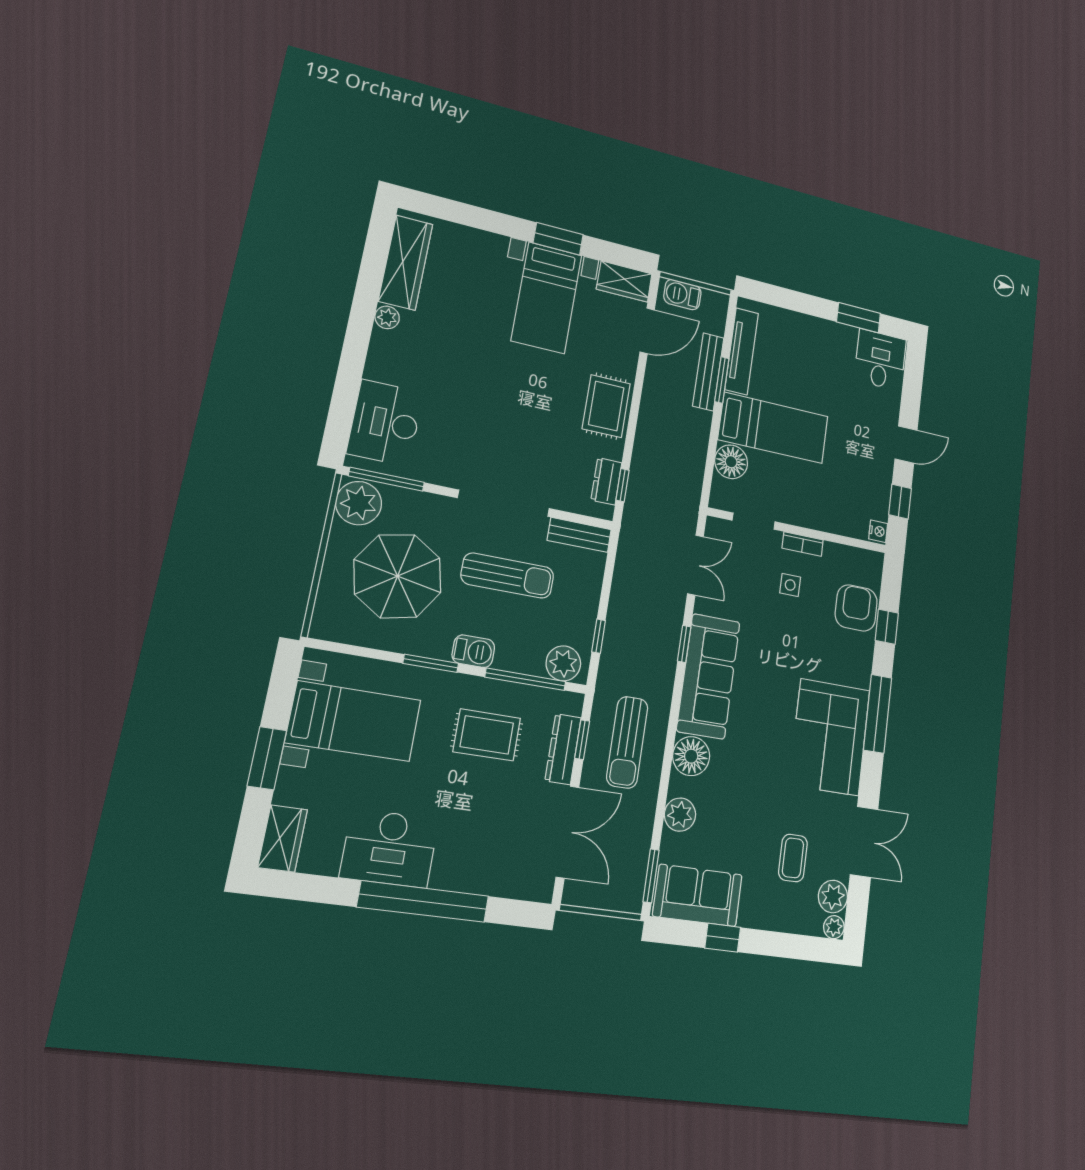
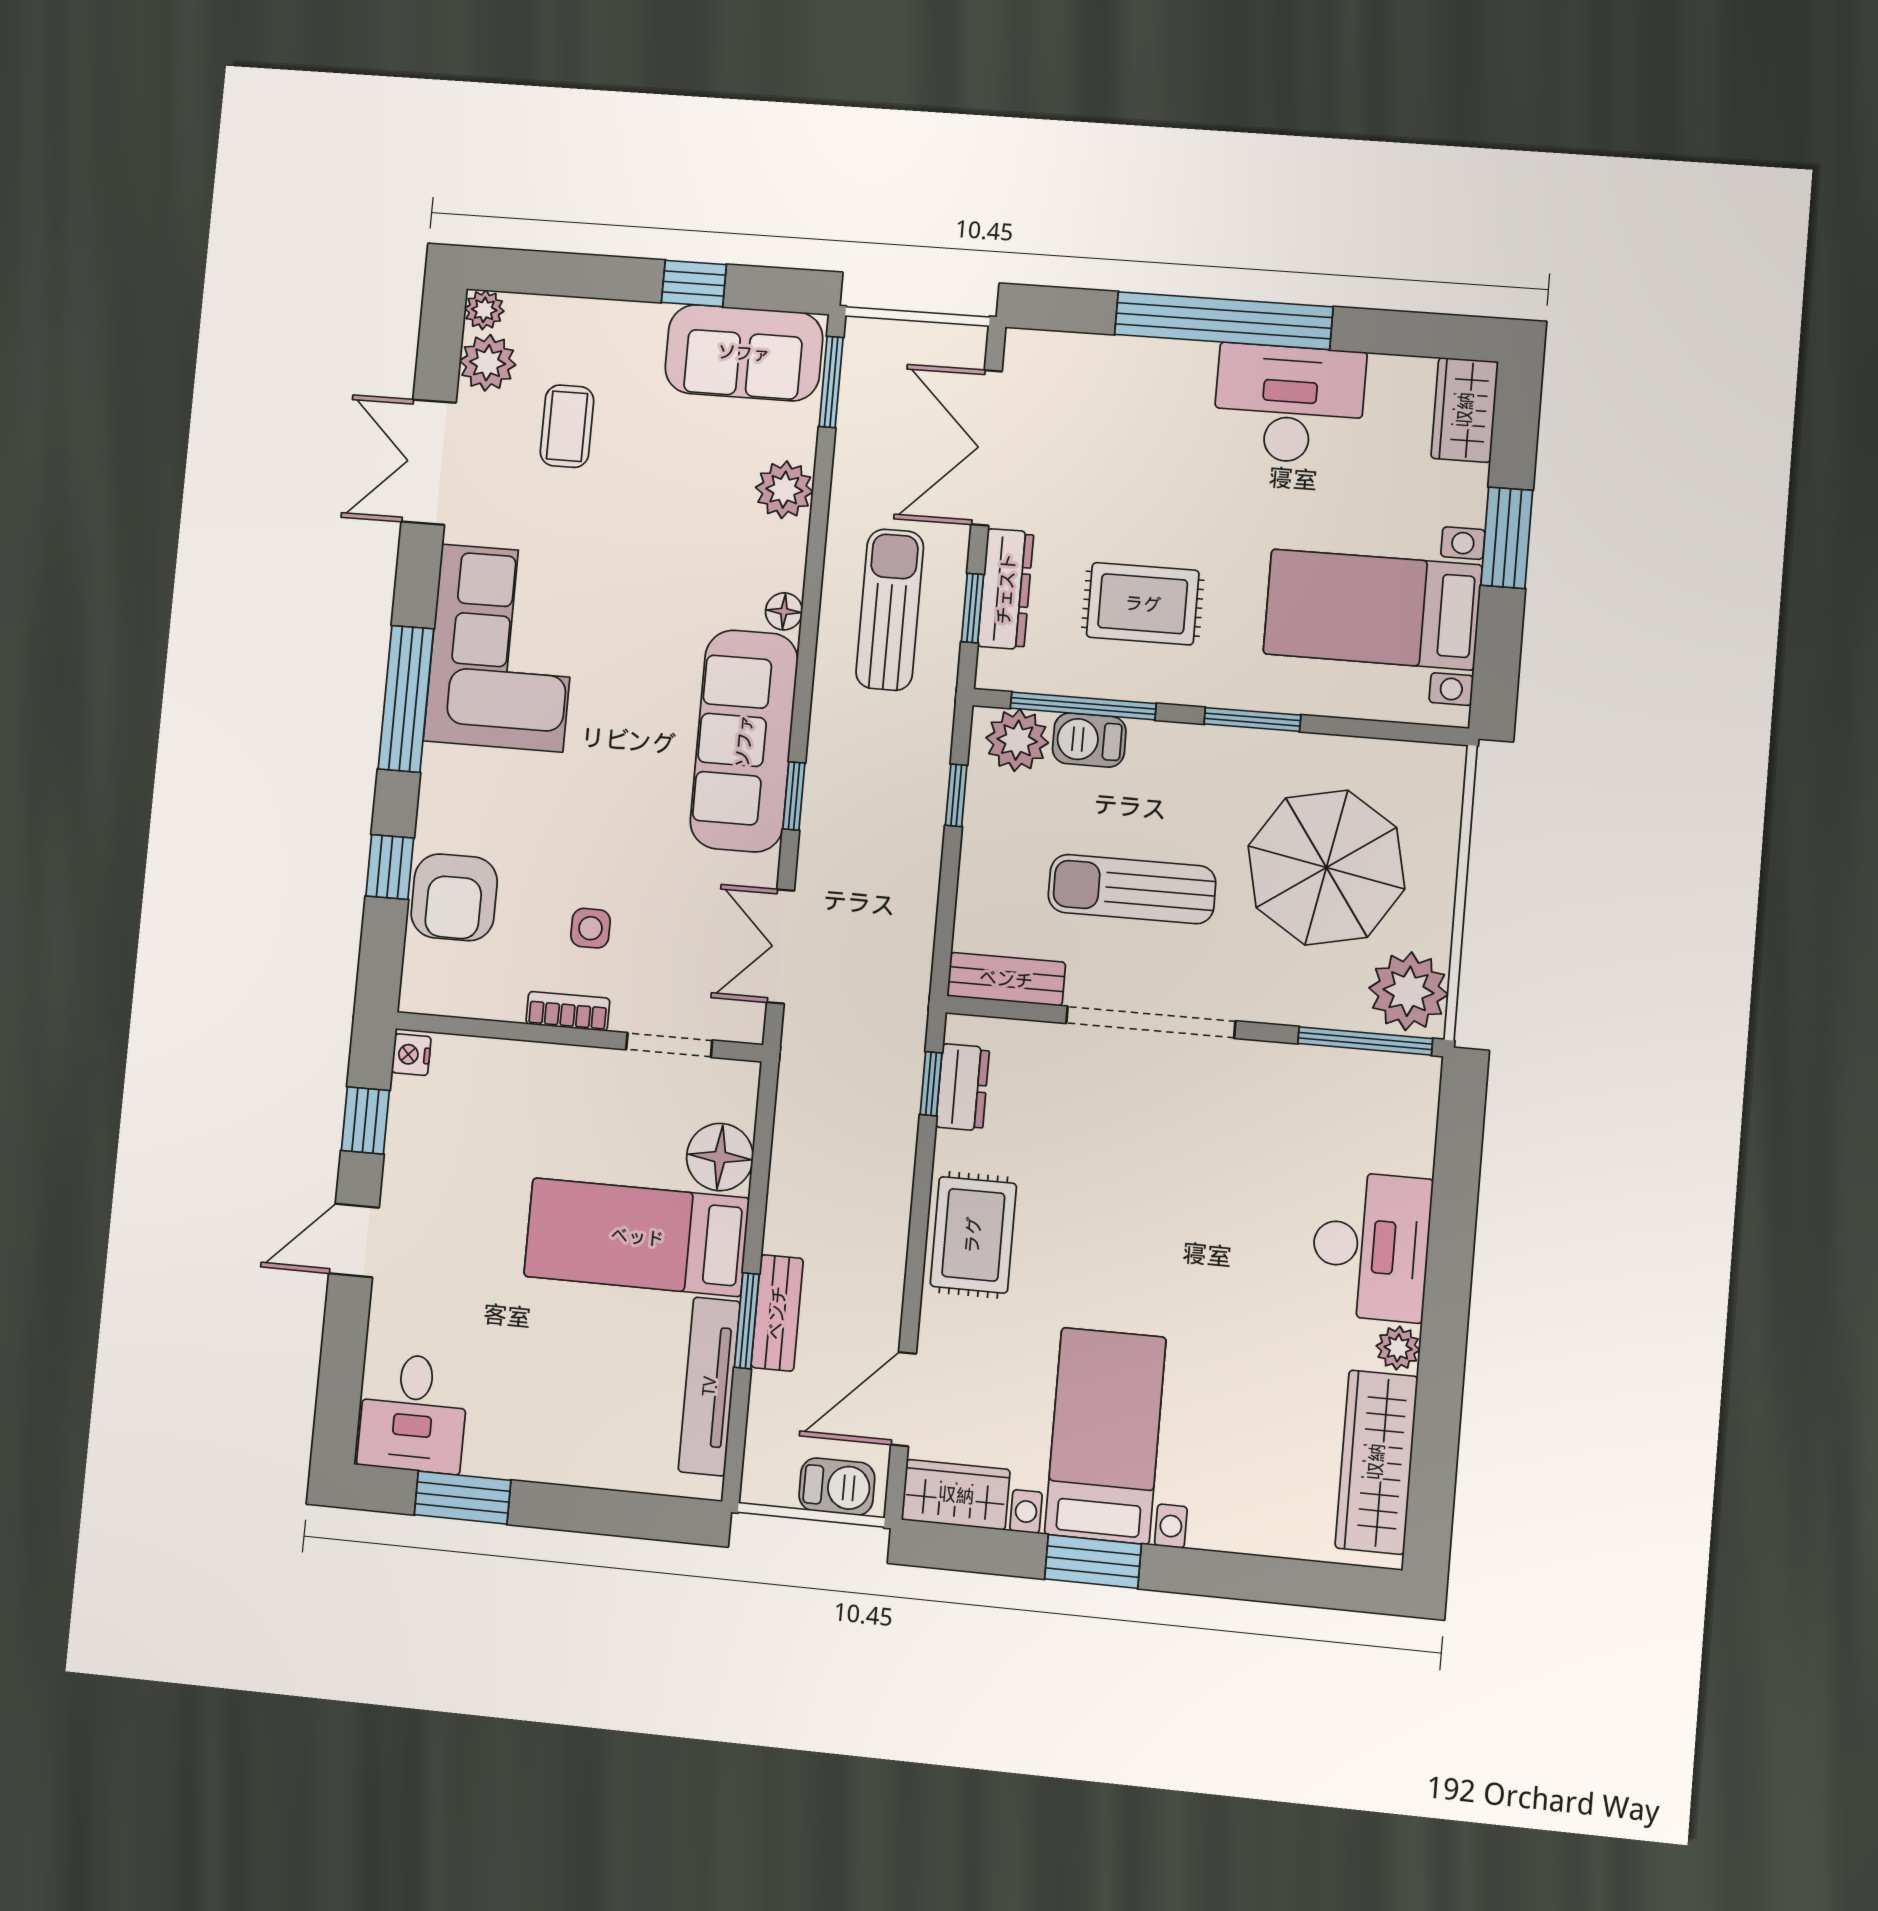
bench: (708, 372) -> (777, 1313), width x0.73
desk: (385, 423) -> (1371, 1246), moved
barbecue: (473, 651) -> (1089, 740), moved
floor lamp: (691, 756) -> (784, 611), width x0.53, depth x0.53

